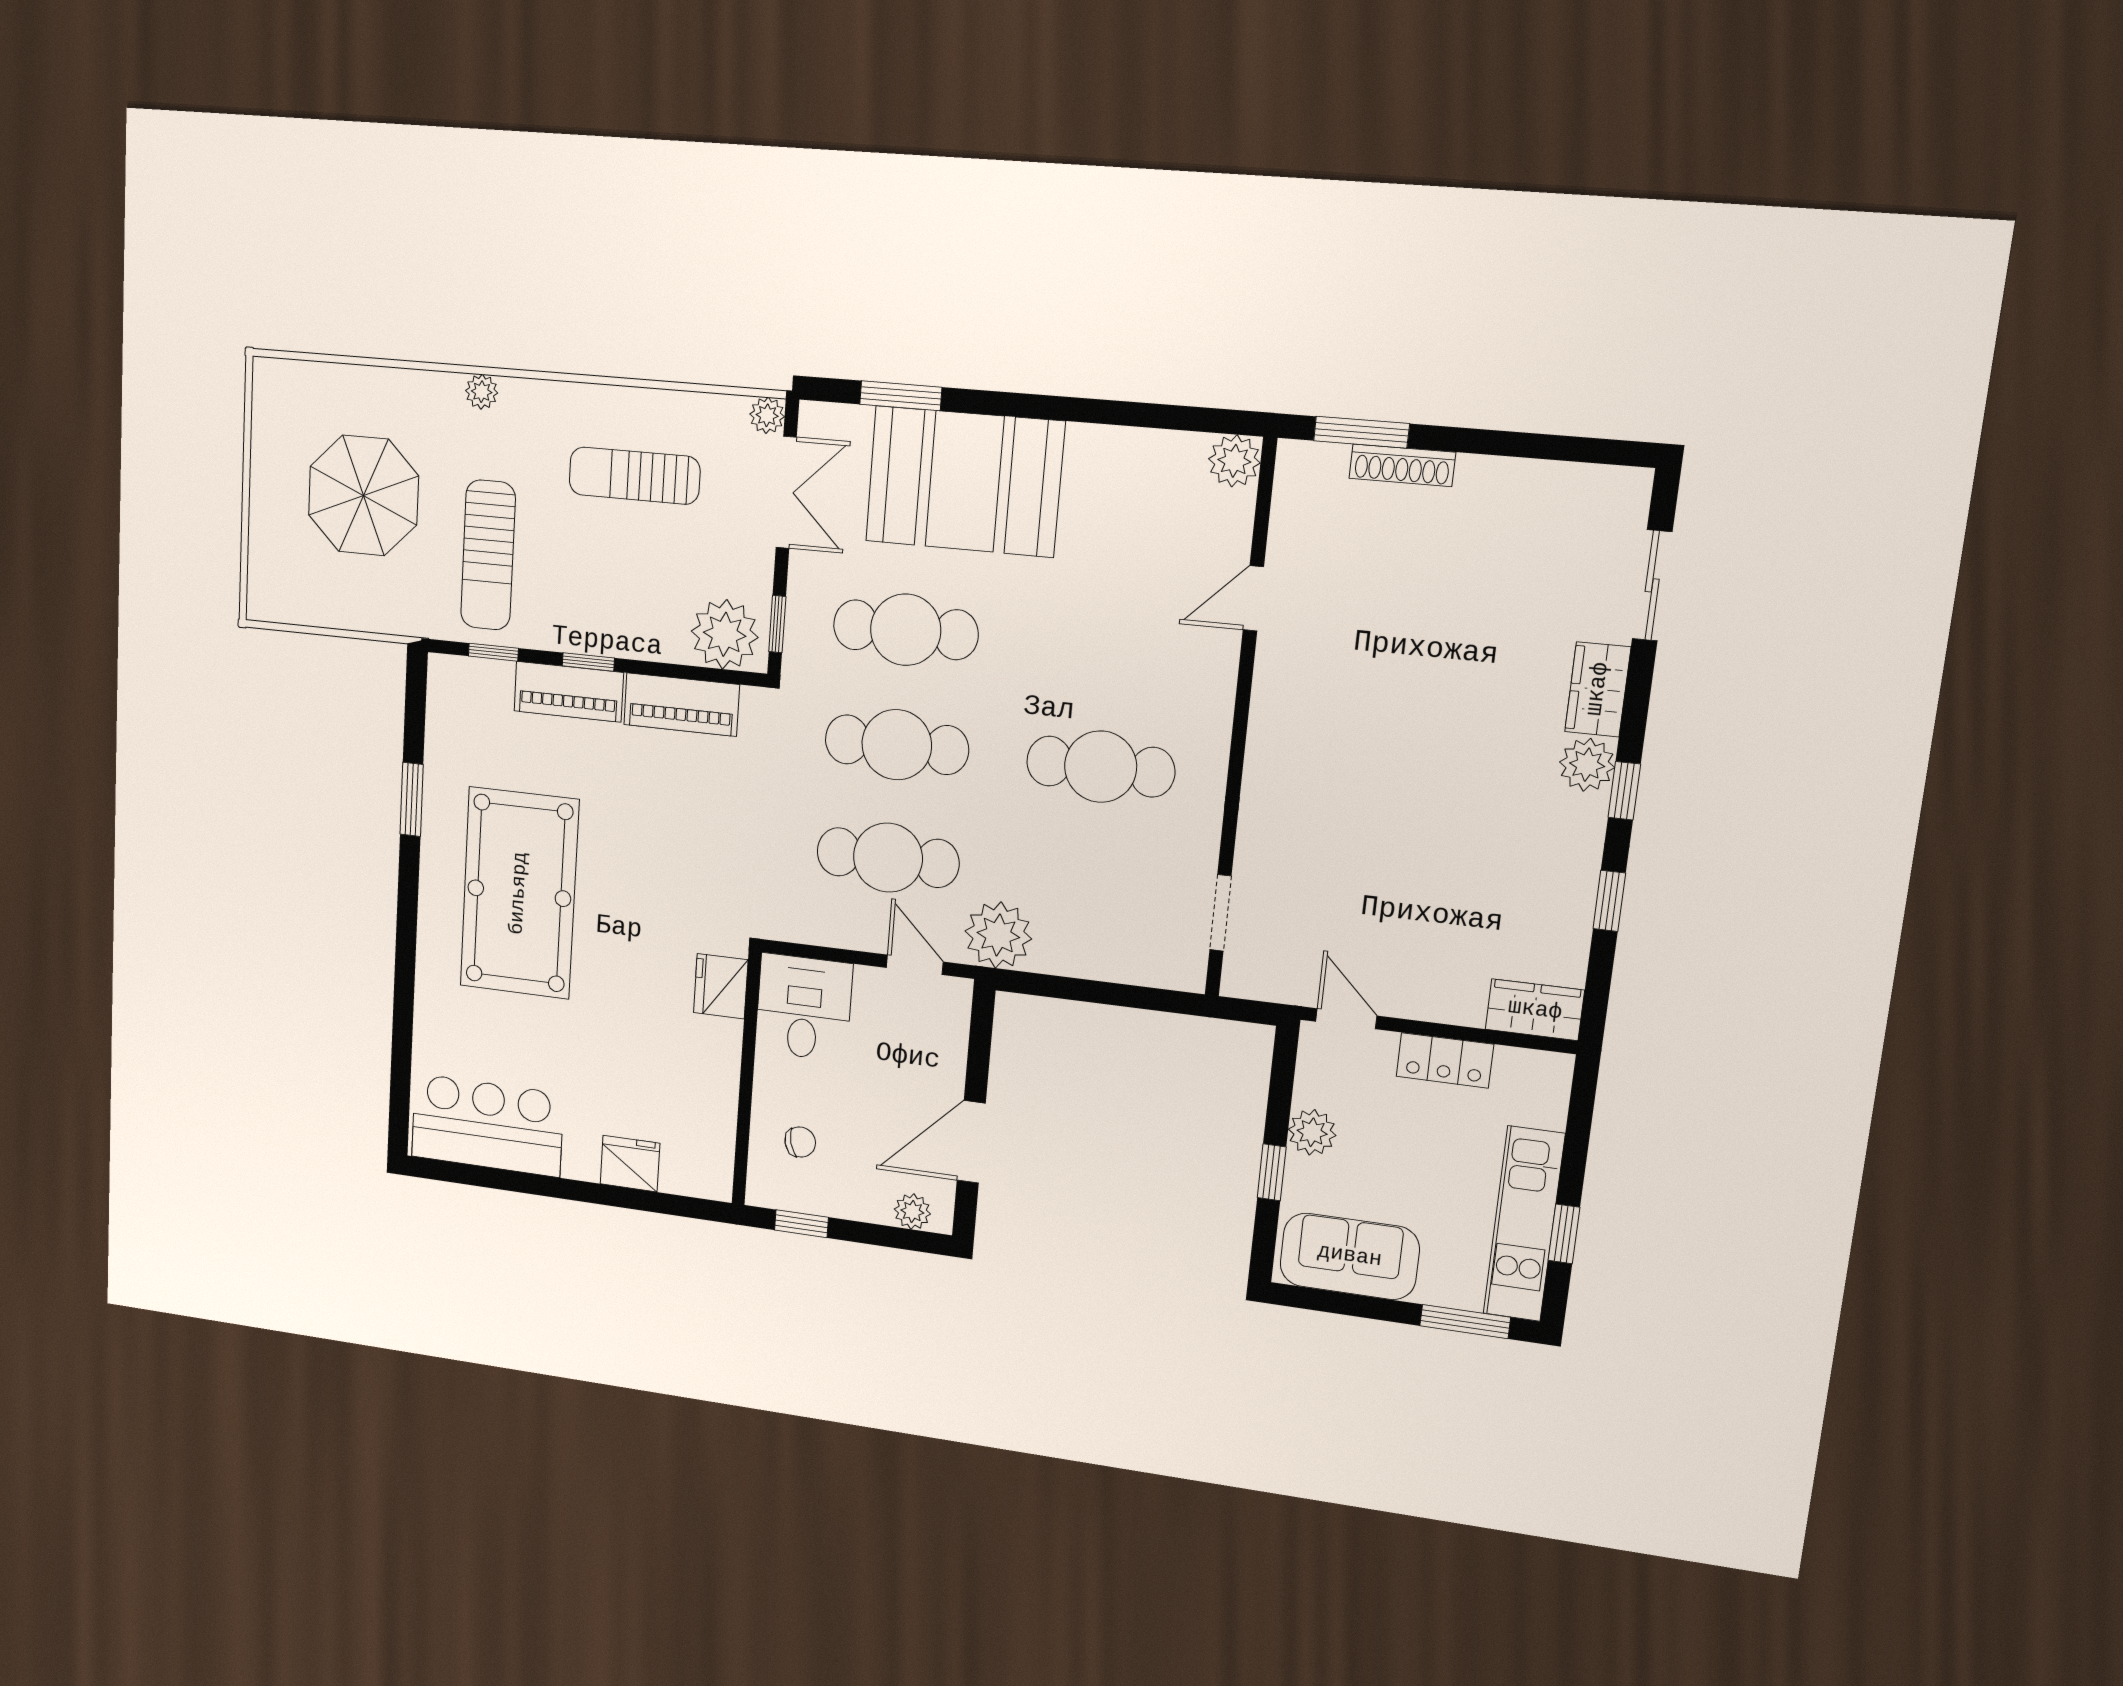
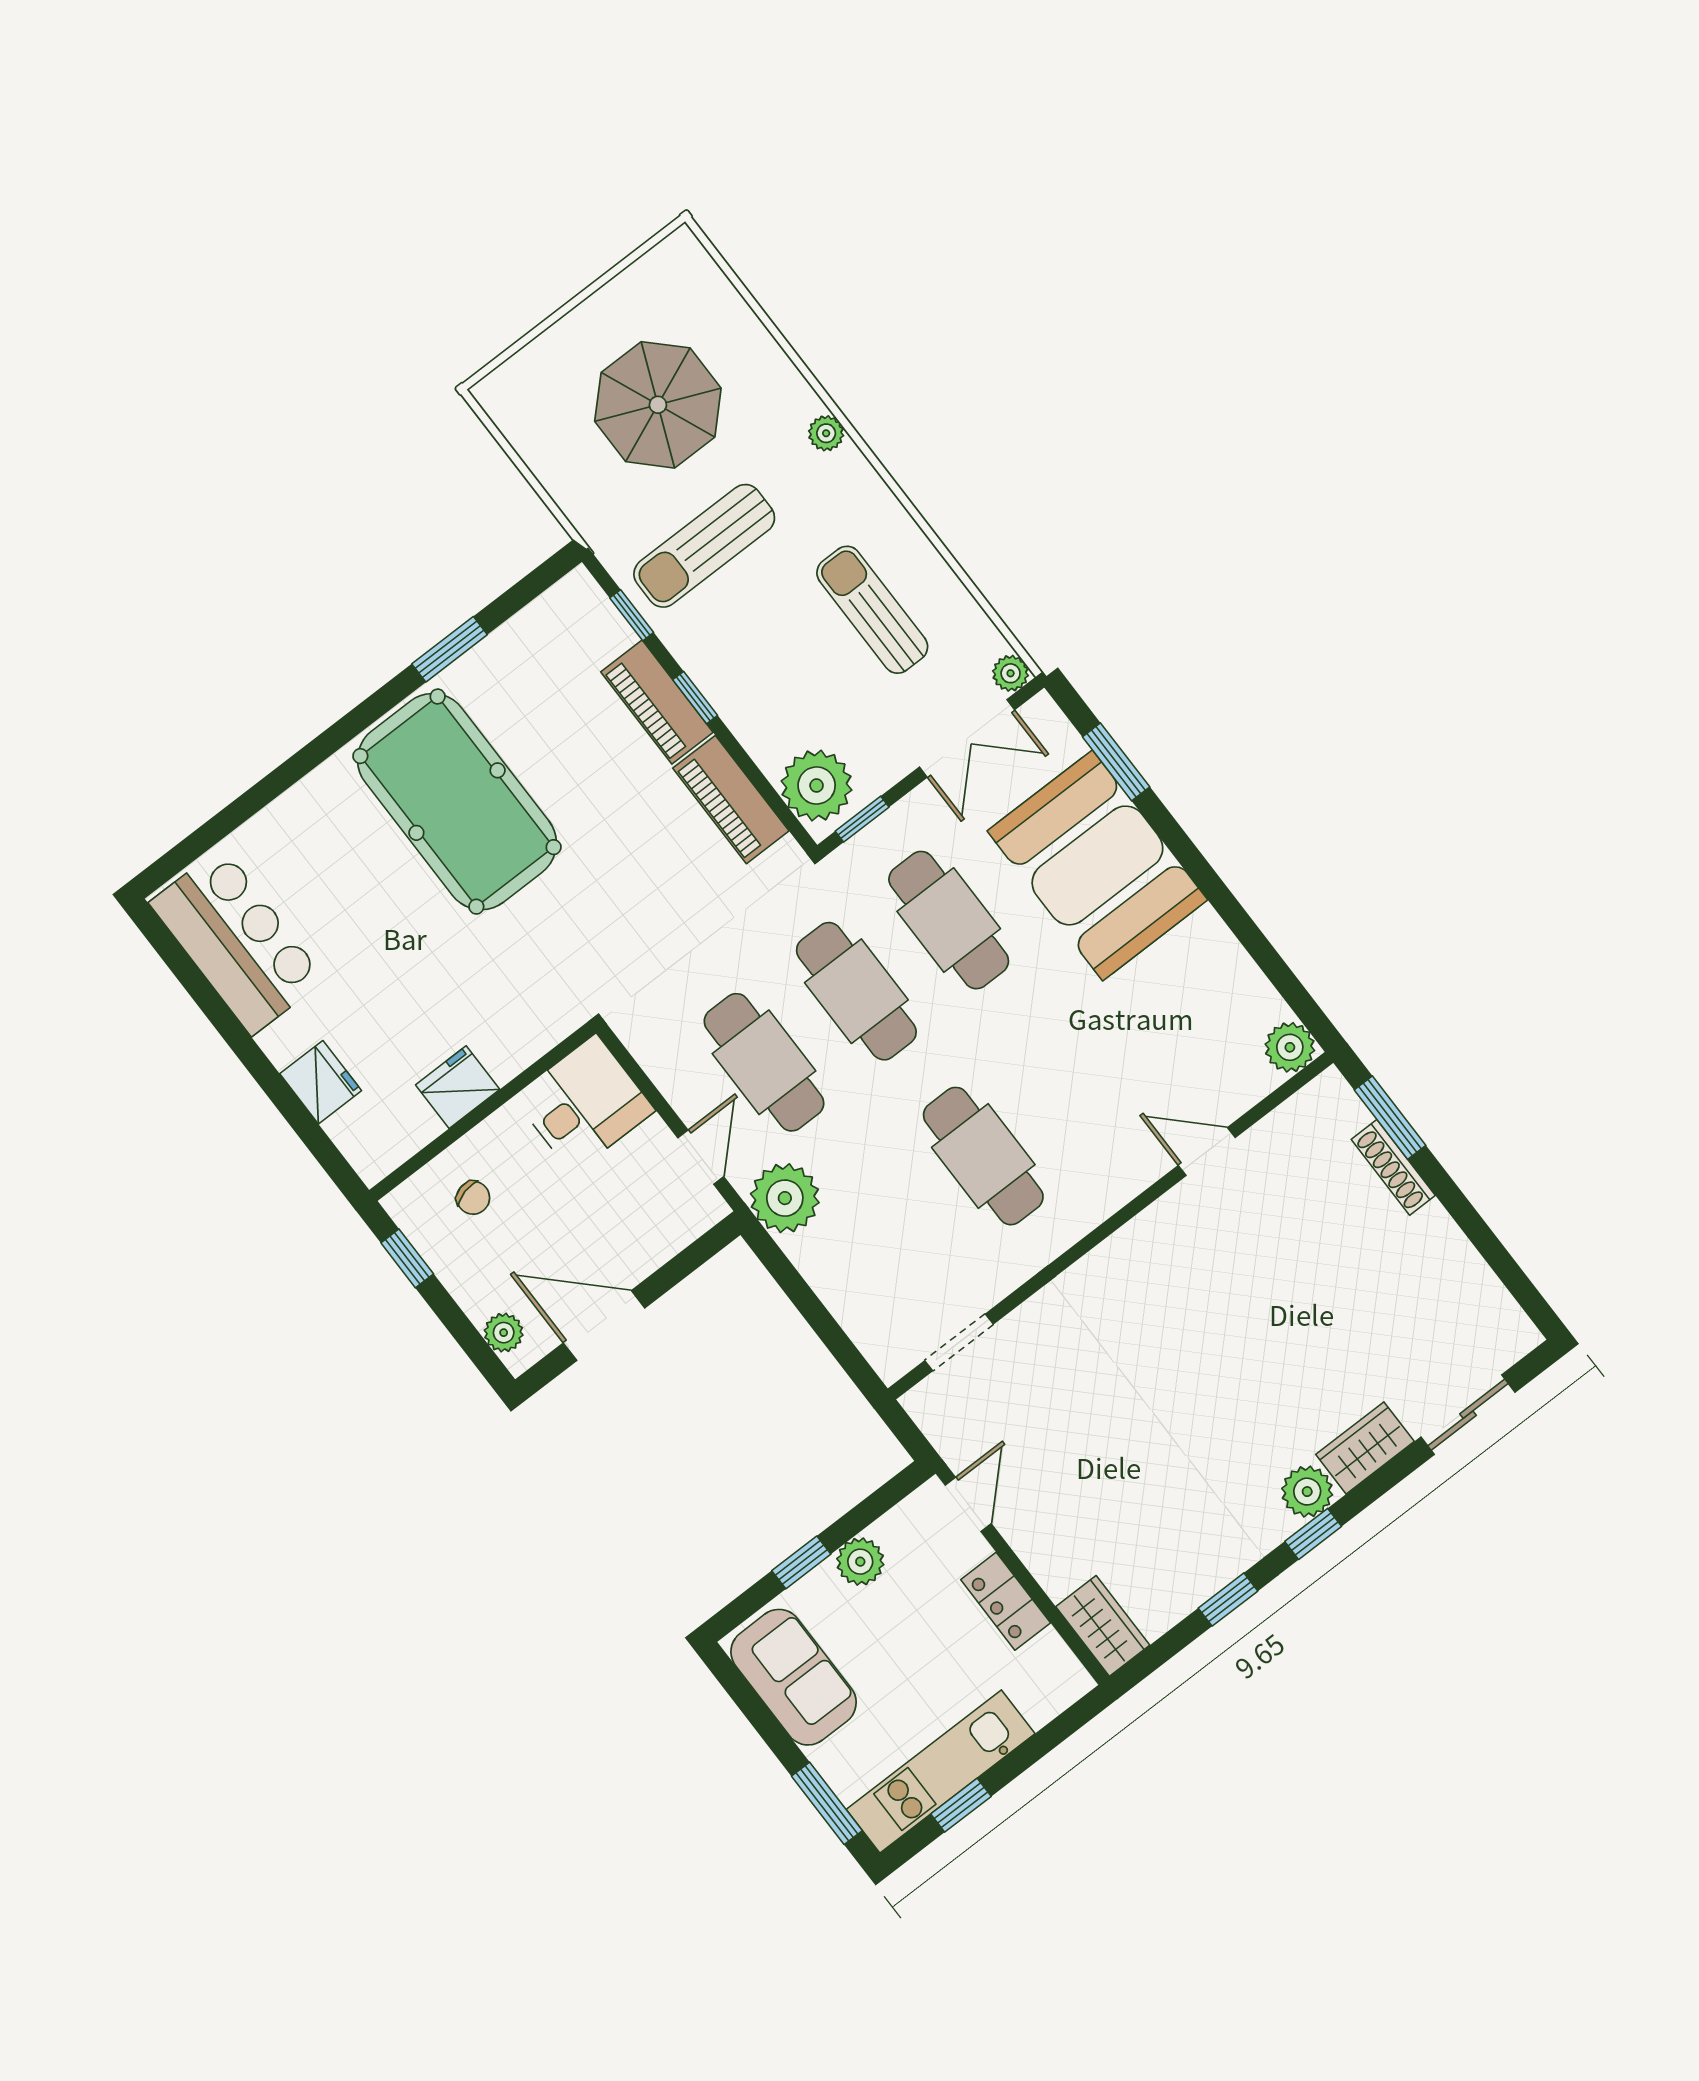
pool table: (519, 893) -> (457, 802), turned 90
fridge: (721, 986) -> (458, 1087), moved

